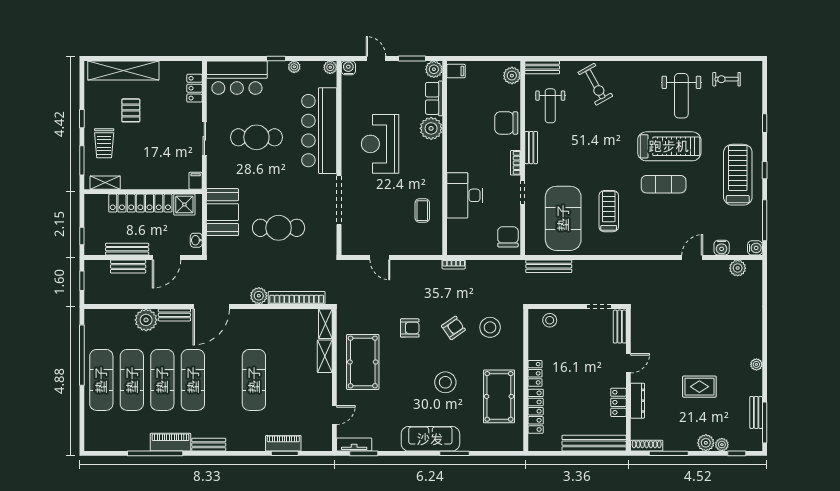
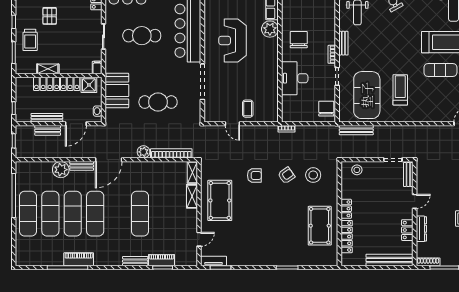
chair: (506, 123) -> (299, 40), moved, turned 90
shelving: (105, 183) -> (48, 69), moved
coffee table: (422, 211) -> (248, 109), moved
stool: (445, 382) -> (280, 215), removed
sofa: (430, 439) -> (269, 257), removed
bench: (209, 445) -> (135, 261), moved

